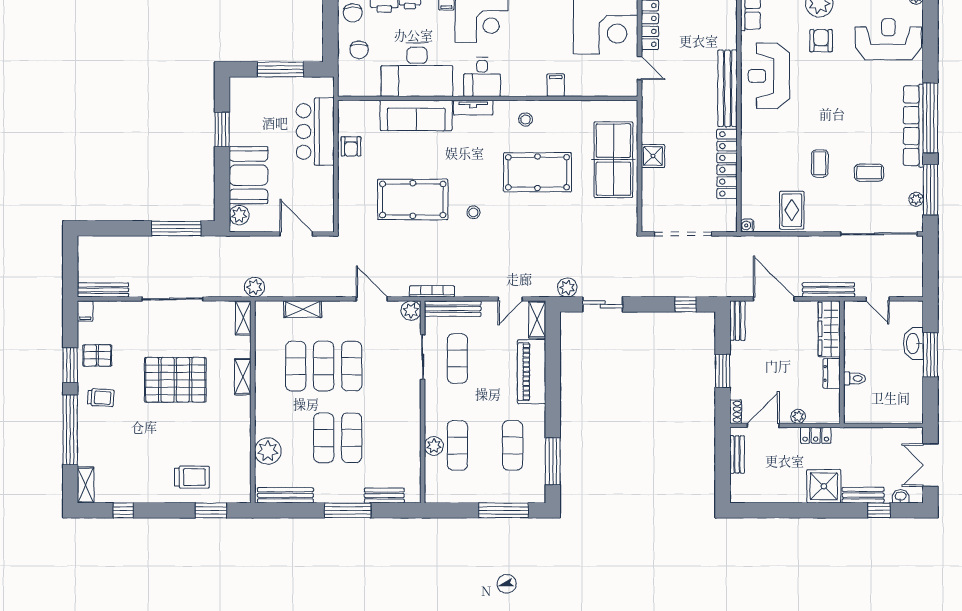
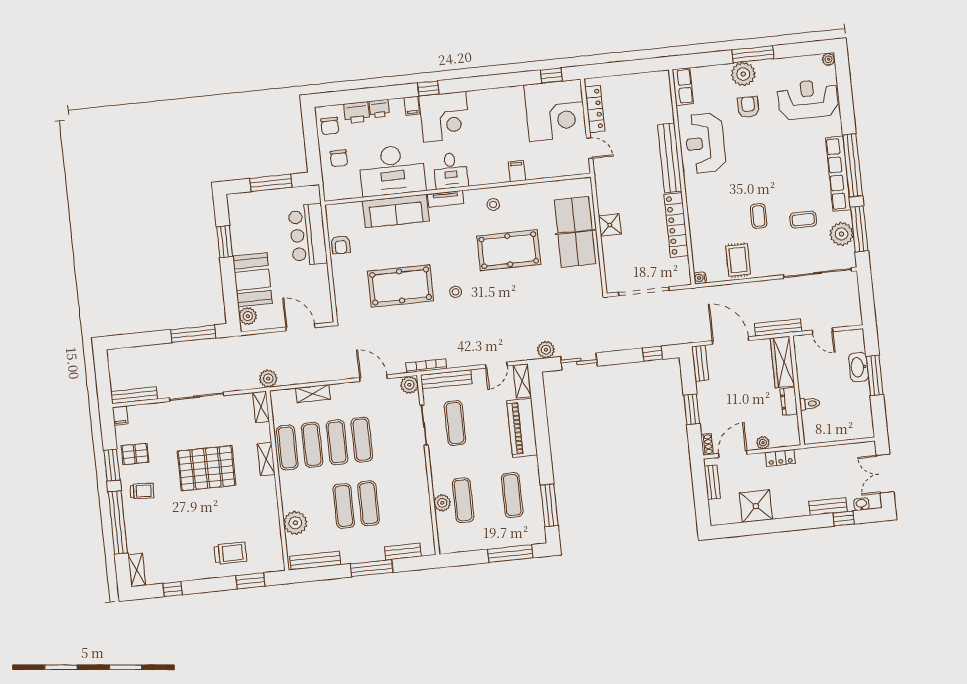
plant: (916, 199) -> (841, 234), width x1.88, depth x1.88
exercise mat: (268, 366) -> (287, 447), added
shower: (824, 486) -> (756, 506), moved

